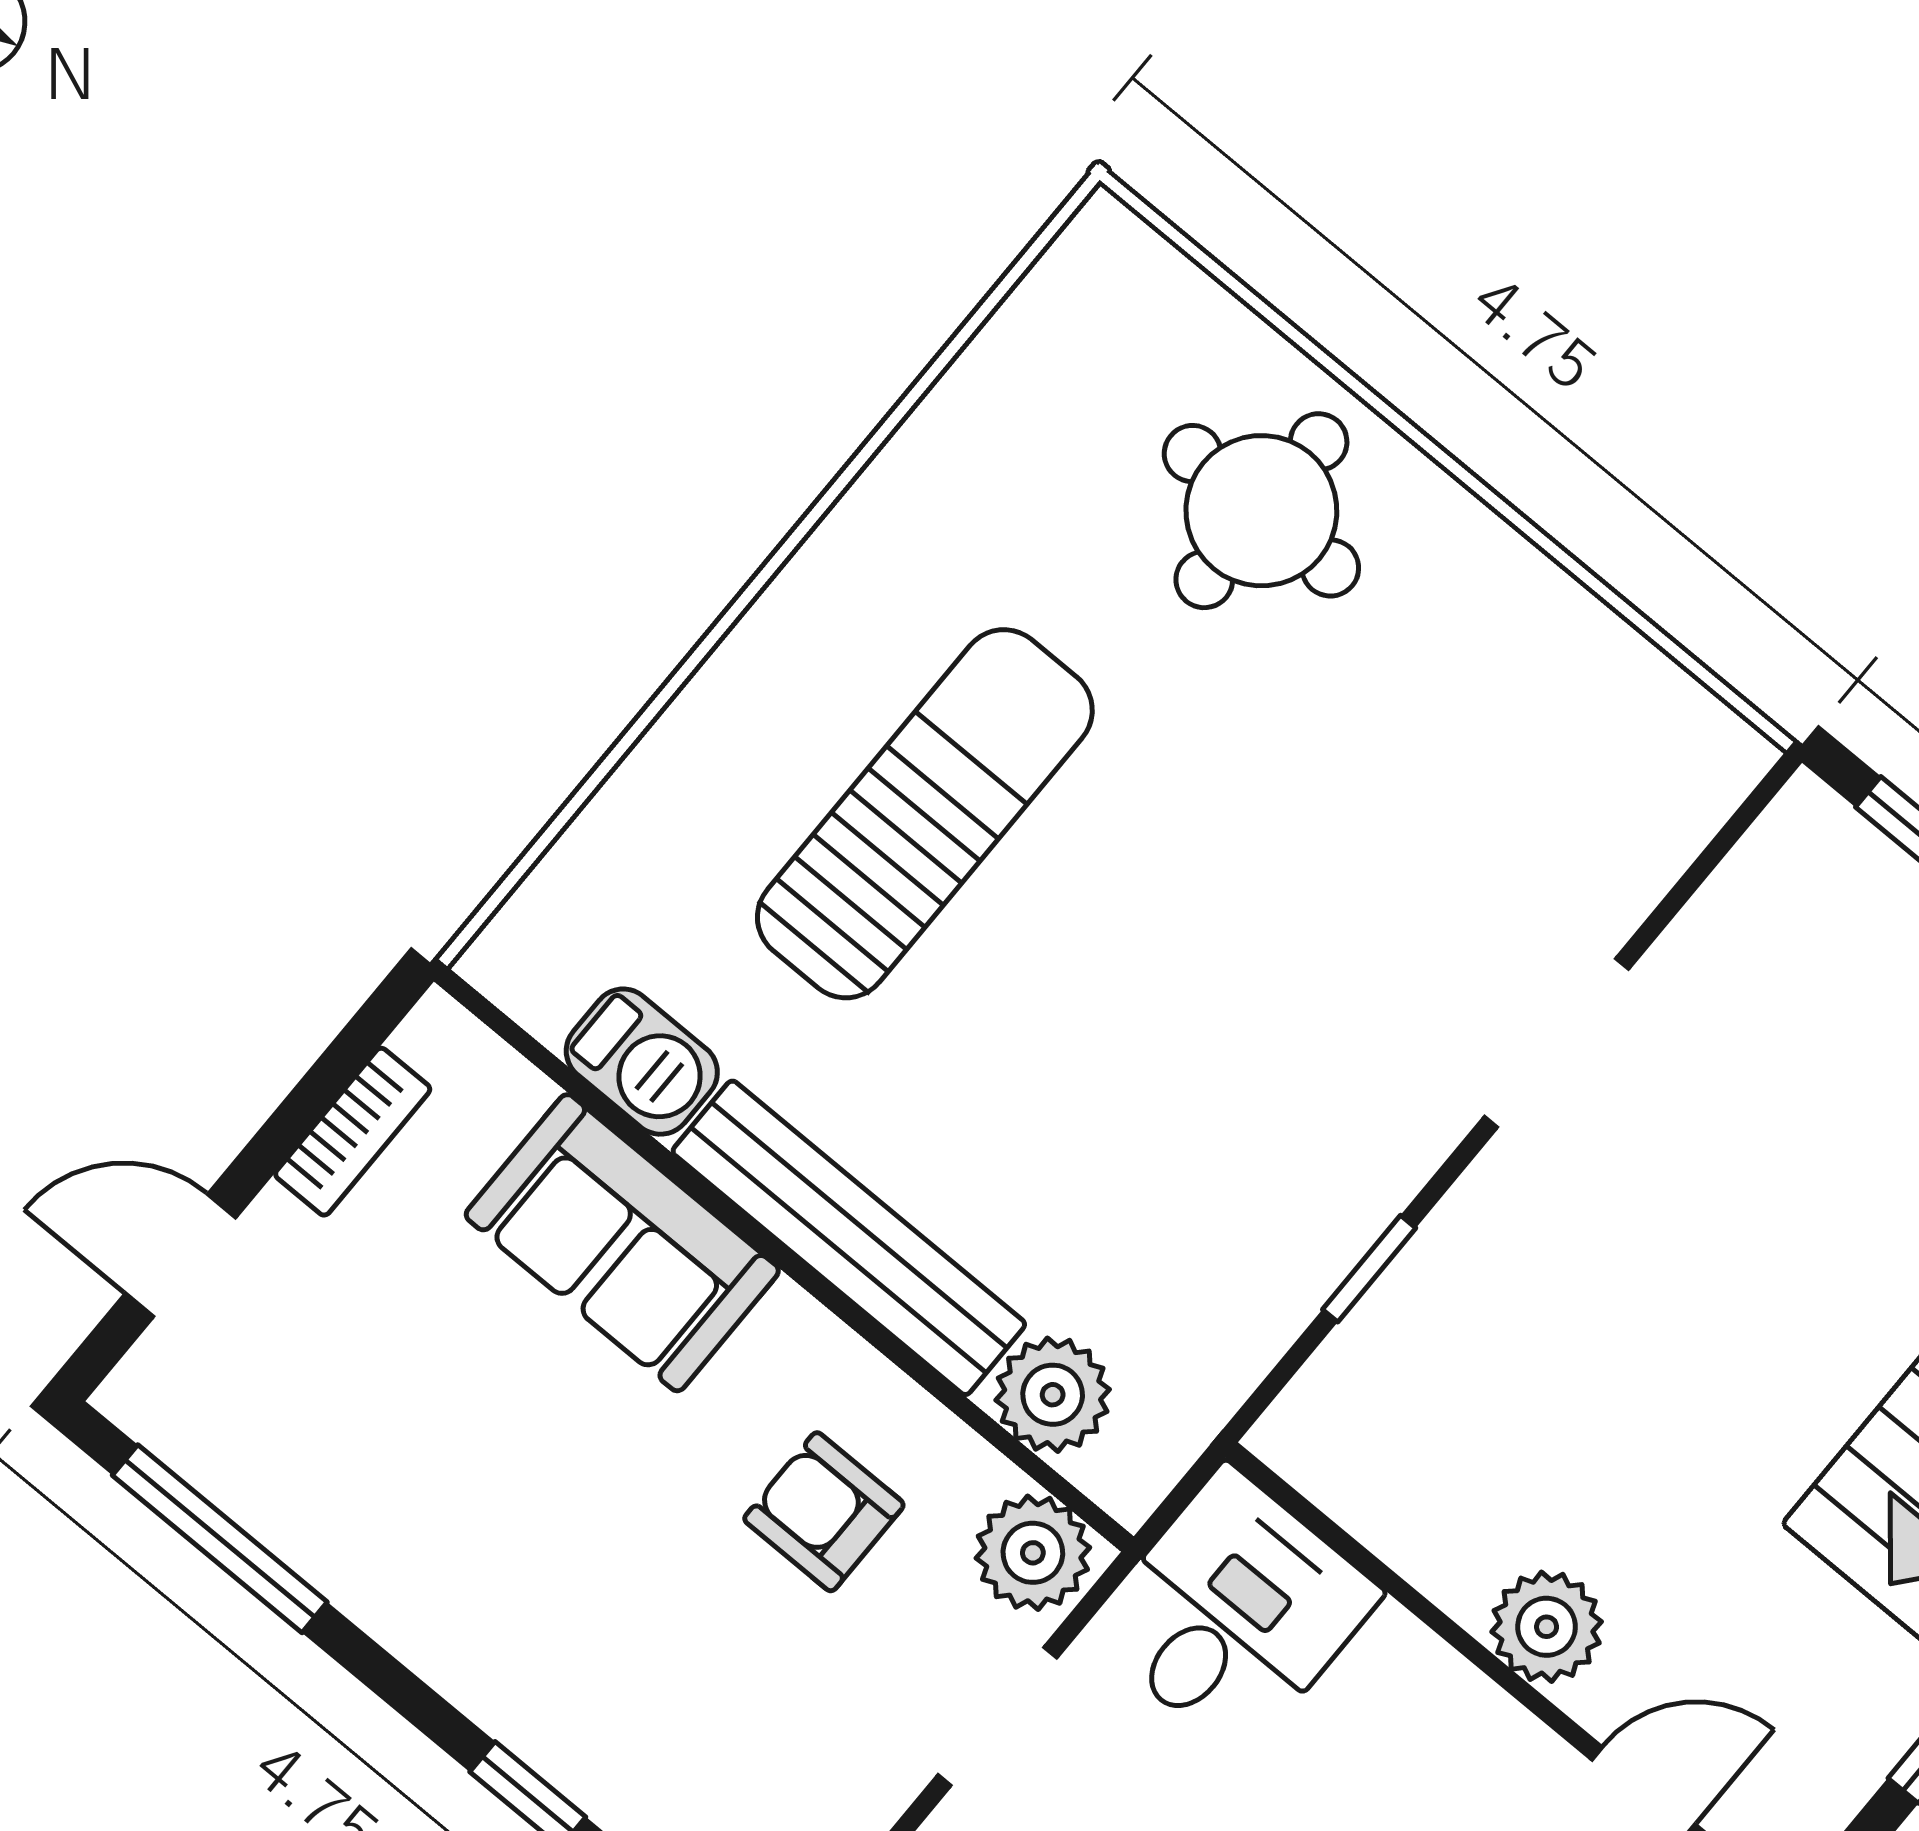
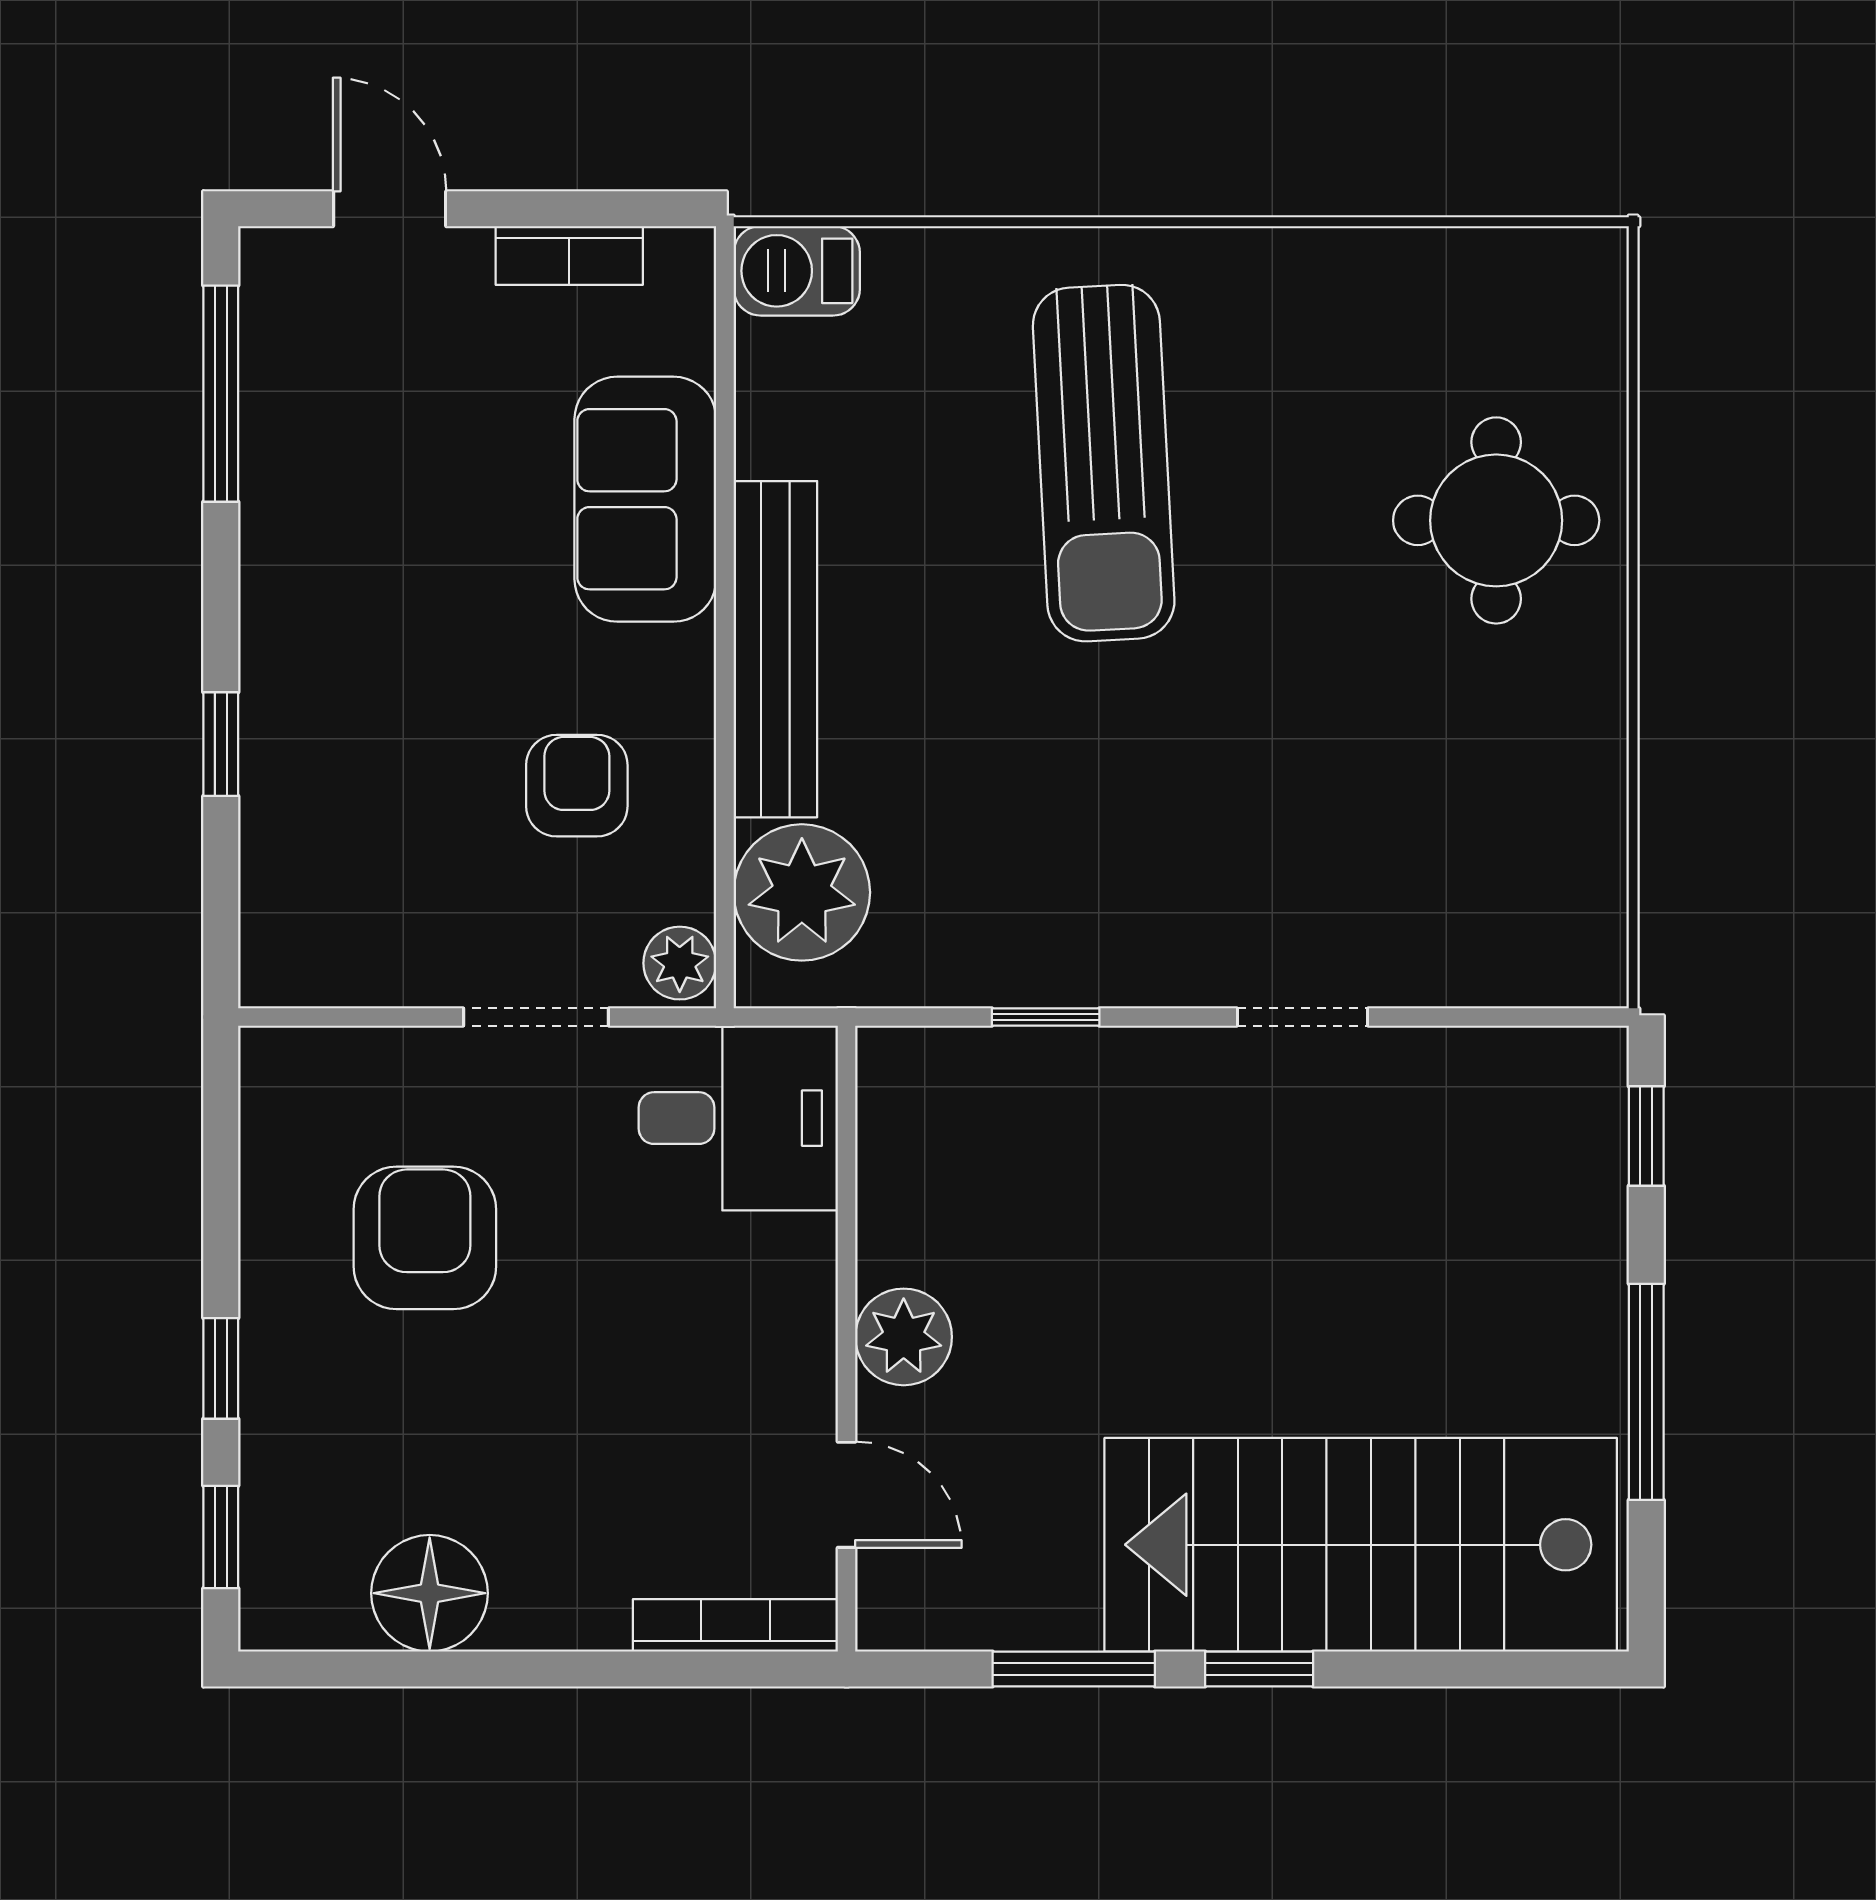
sun lounger: (925, 814) -> (1104, 463), turned 87
doorway: (1556, 1043) -> (1303, 1017), width x0.73
barbecue: (642, 1062) -> (797, 271), moved, turned 90
plant: (1053, 1395) -> (802, 892), width x1.36, depth x1.36
plant: (1033, 1553) -> (680, 963), width x0.73, depth x0.73

